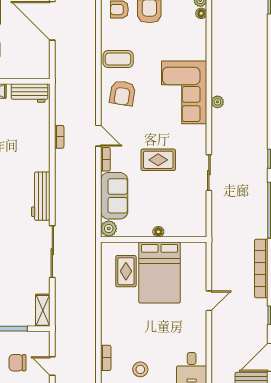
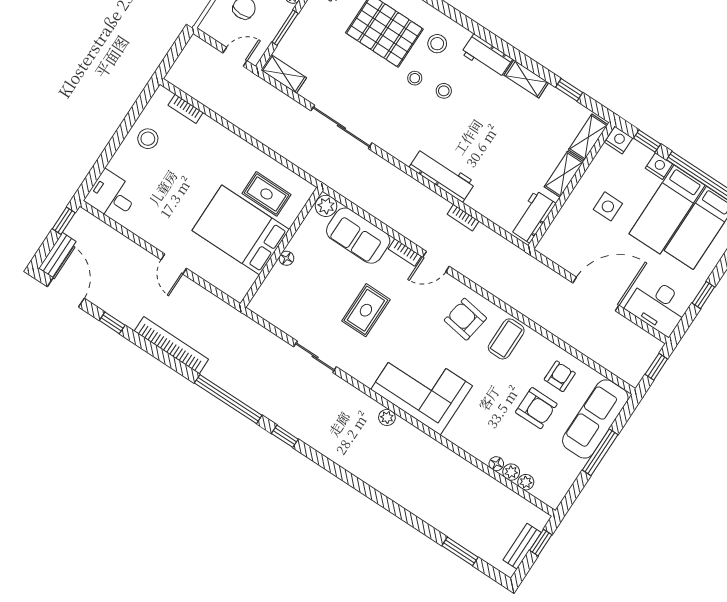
workbench: (41, 196) -> (442, 175), moved
door: (52, 366) -> (235, 57), moved

